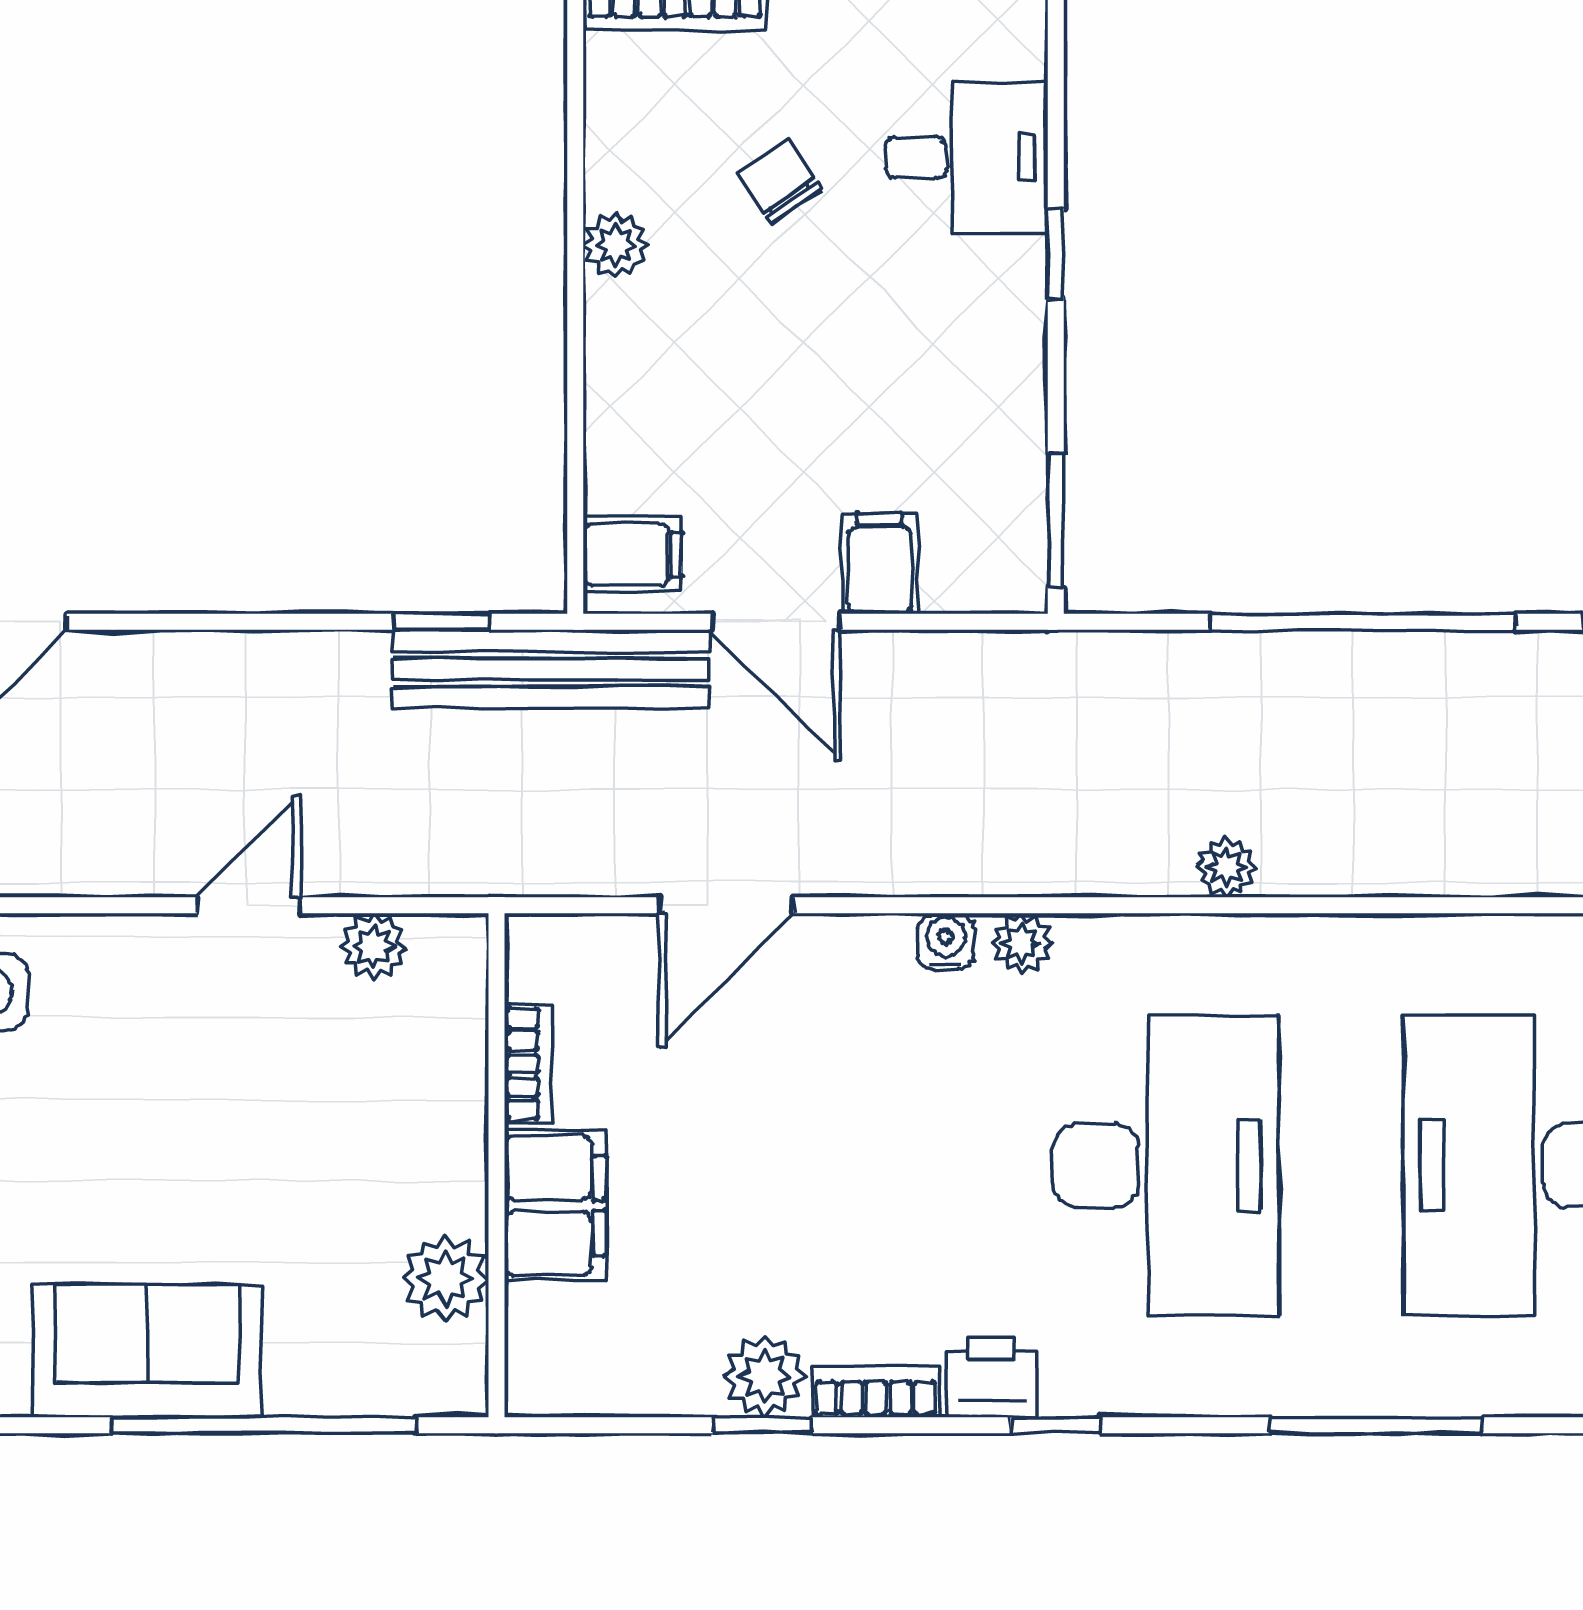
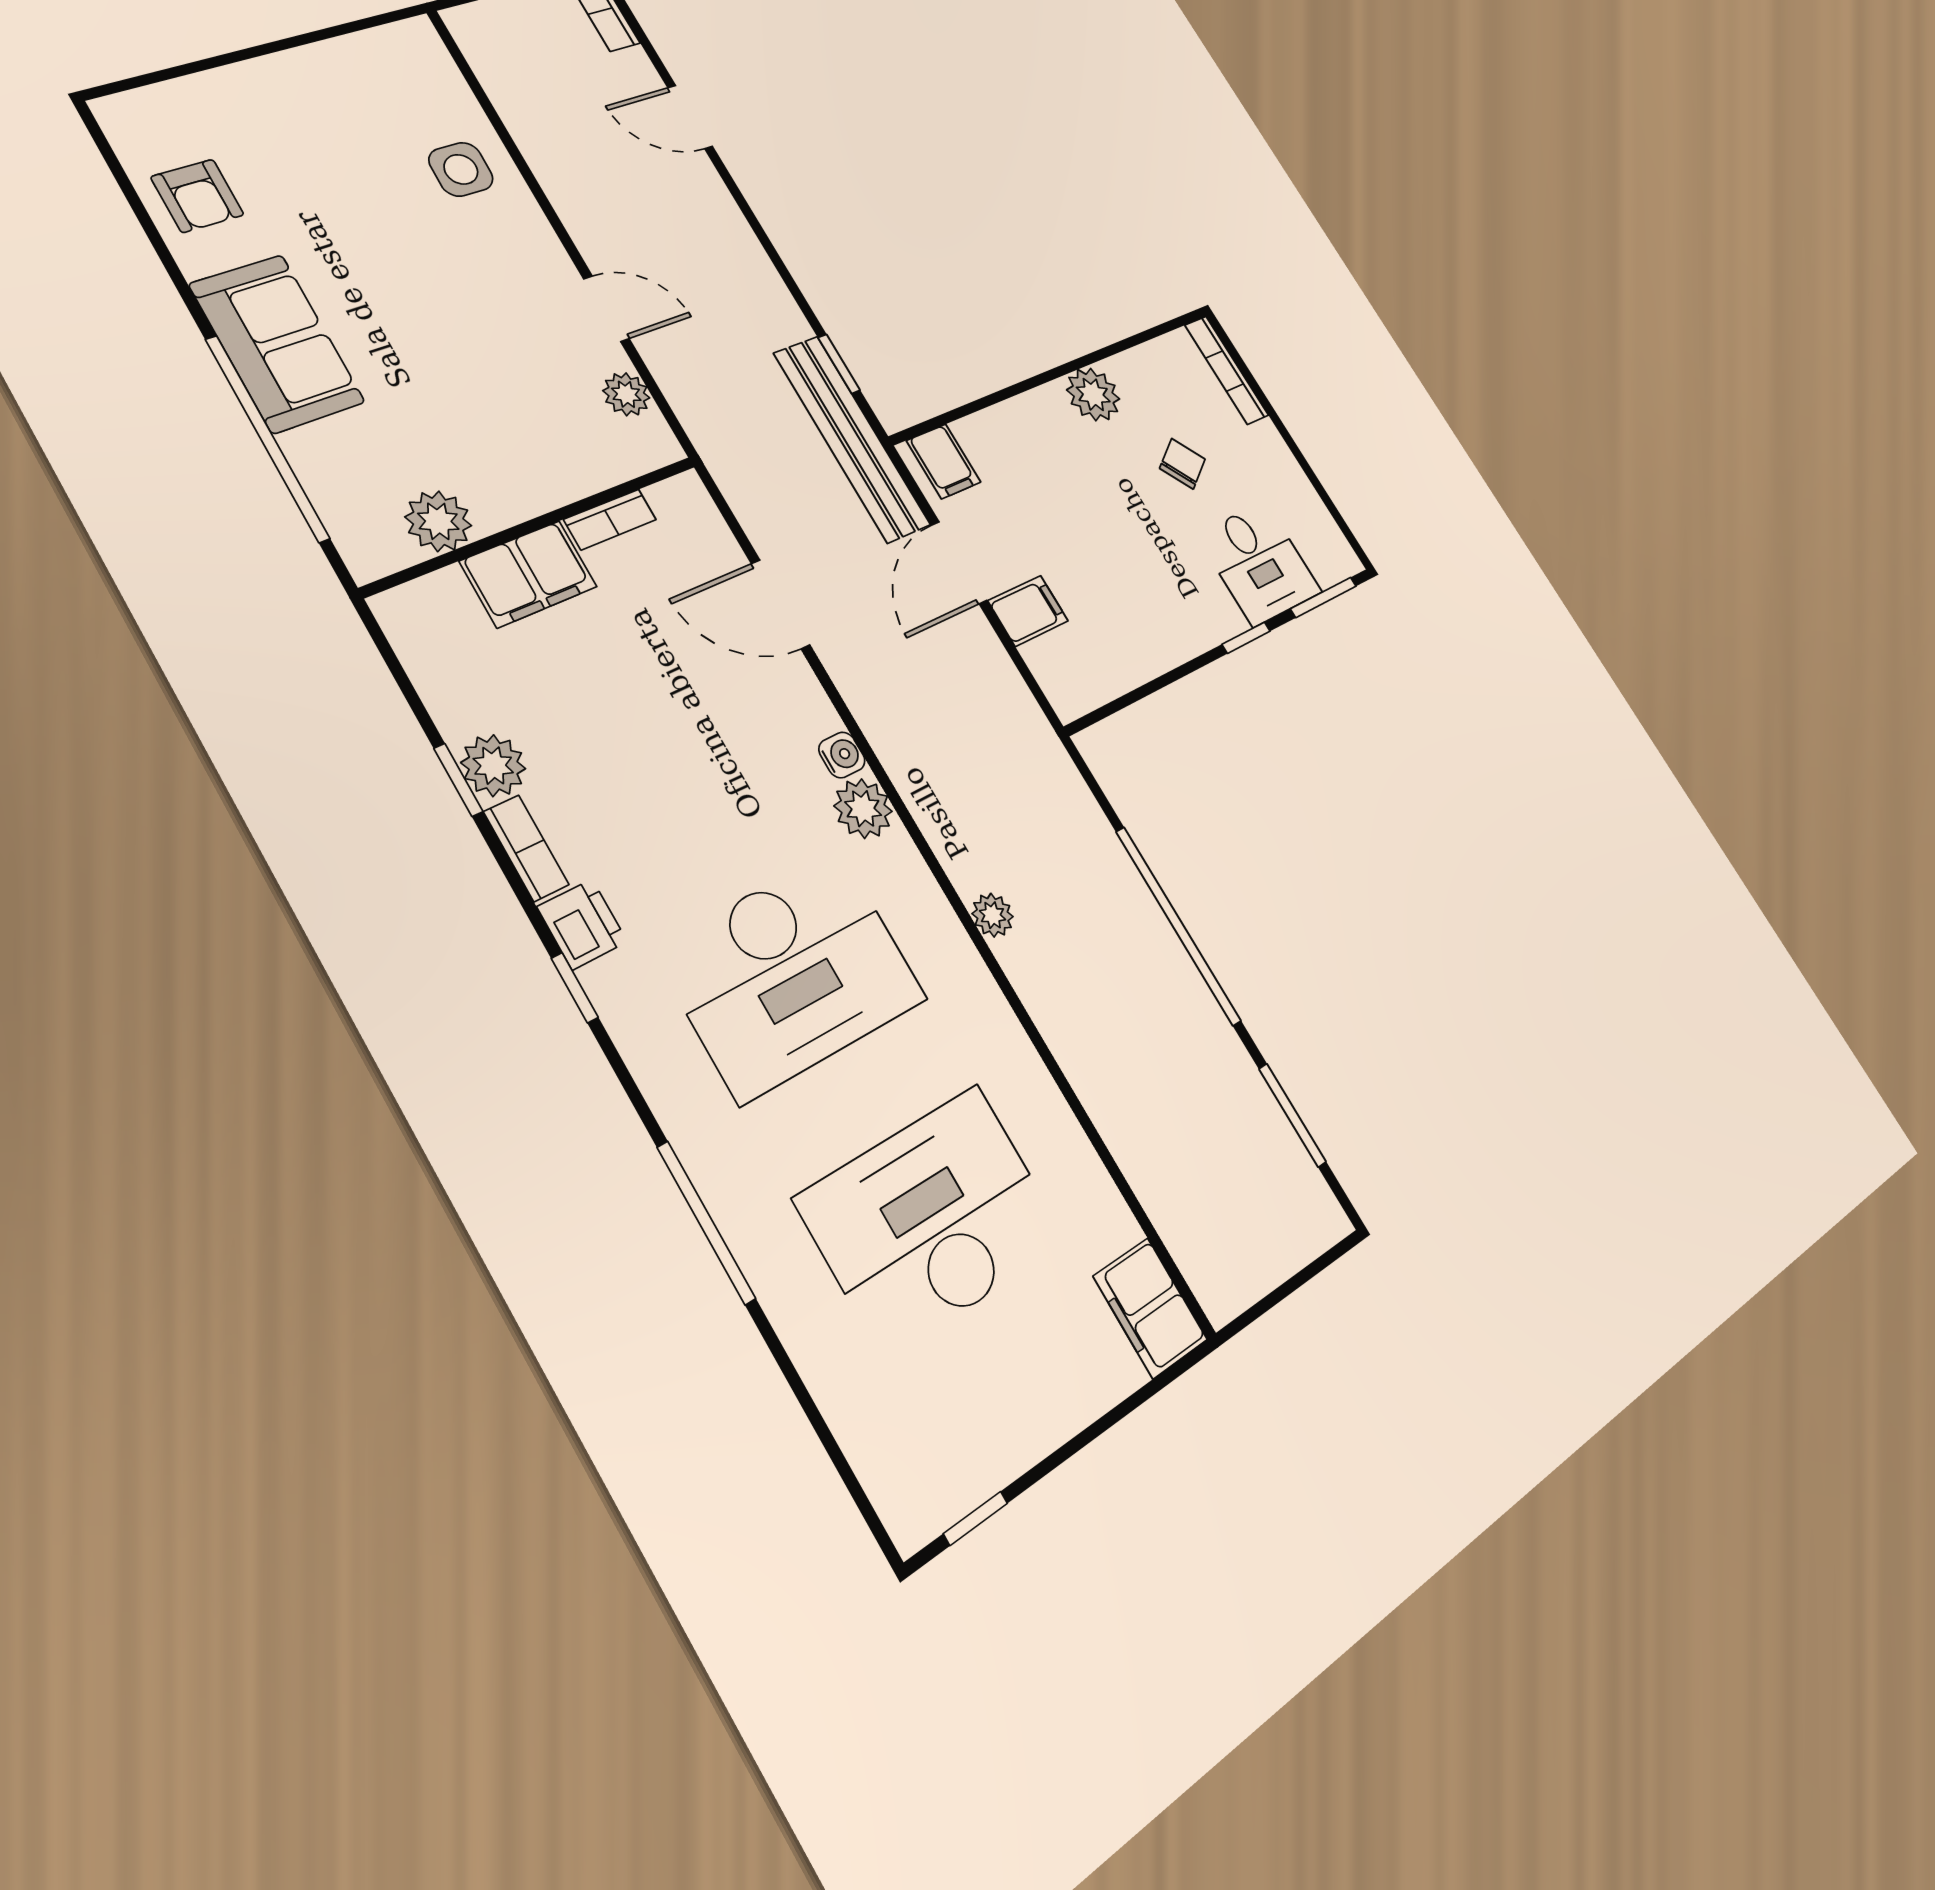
plant: (616, 245) -> (1093, 394), width x1.38, depth x1.38
window: (1056, 521) -> (1323, 597), moved
plant: (1022, 943) -> (863, 809), width x1.38, depth x1.38

